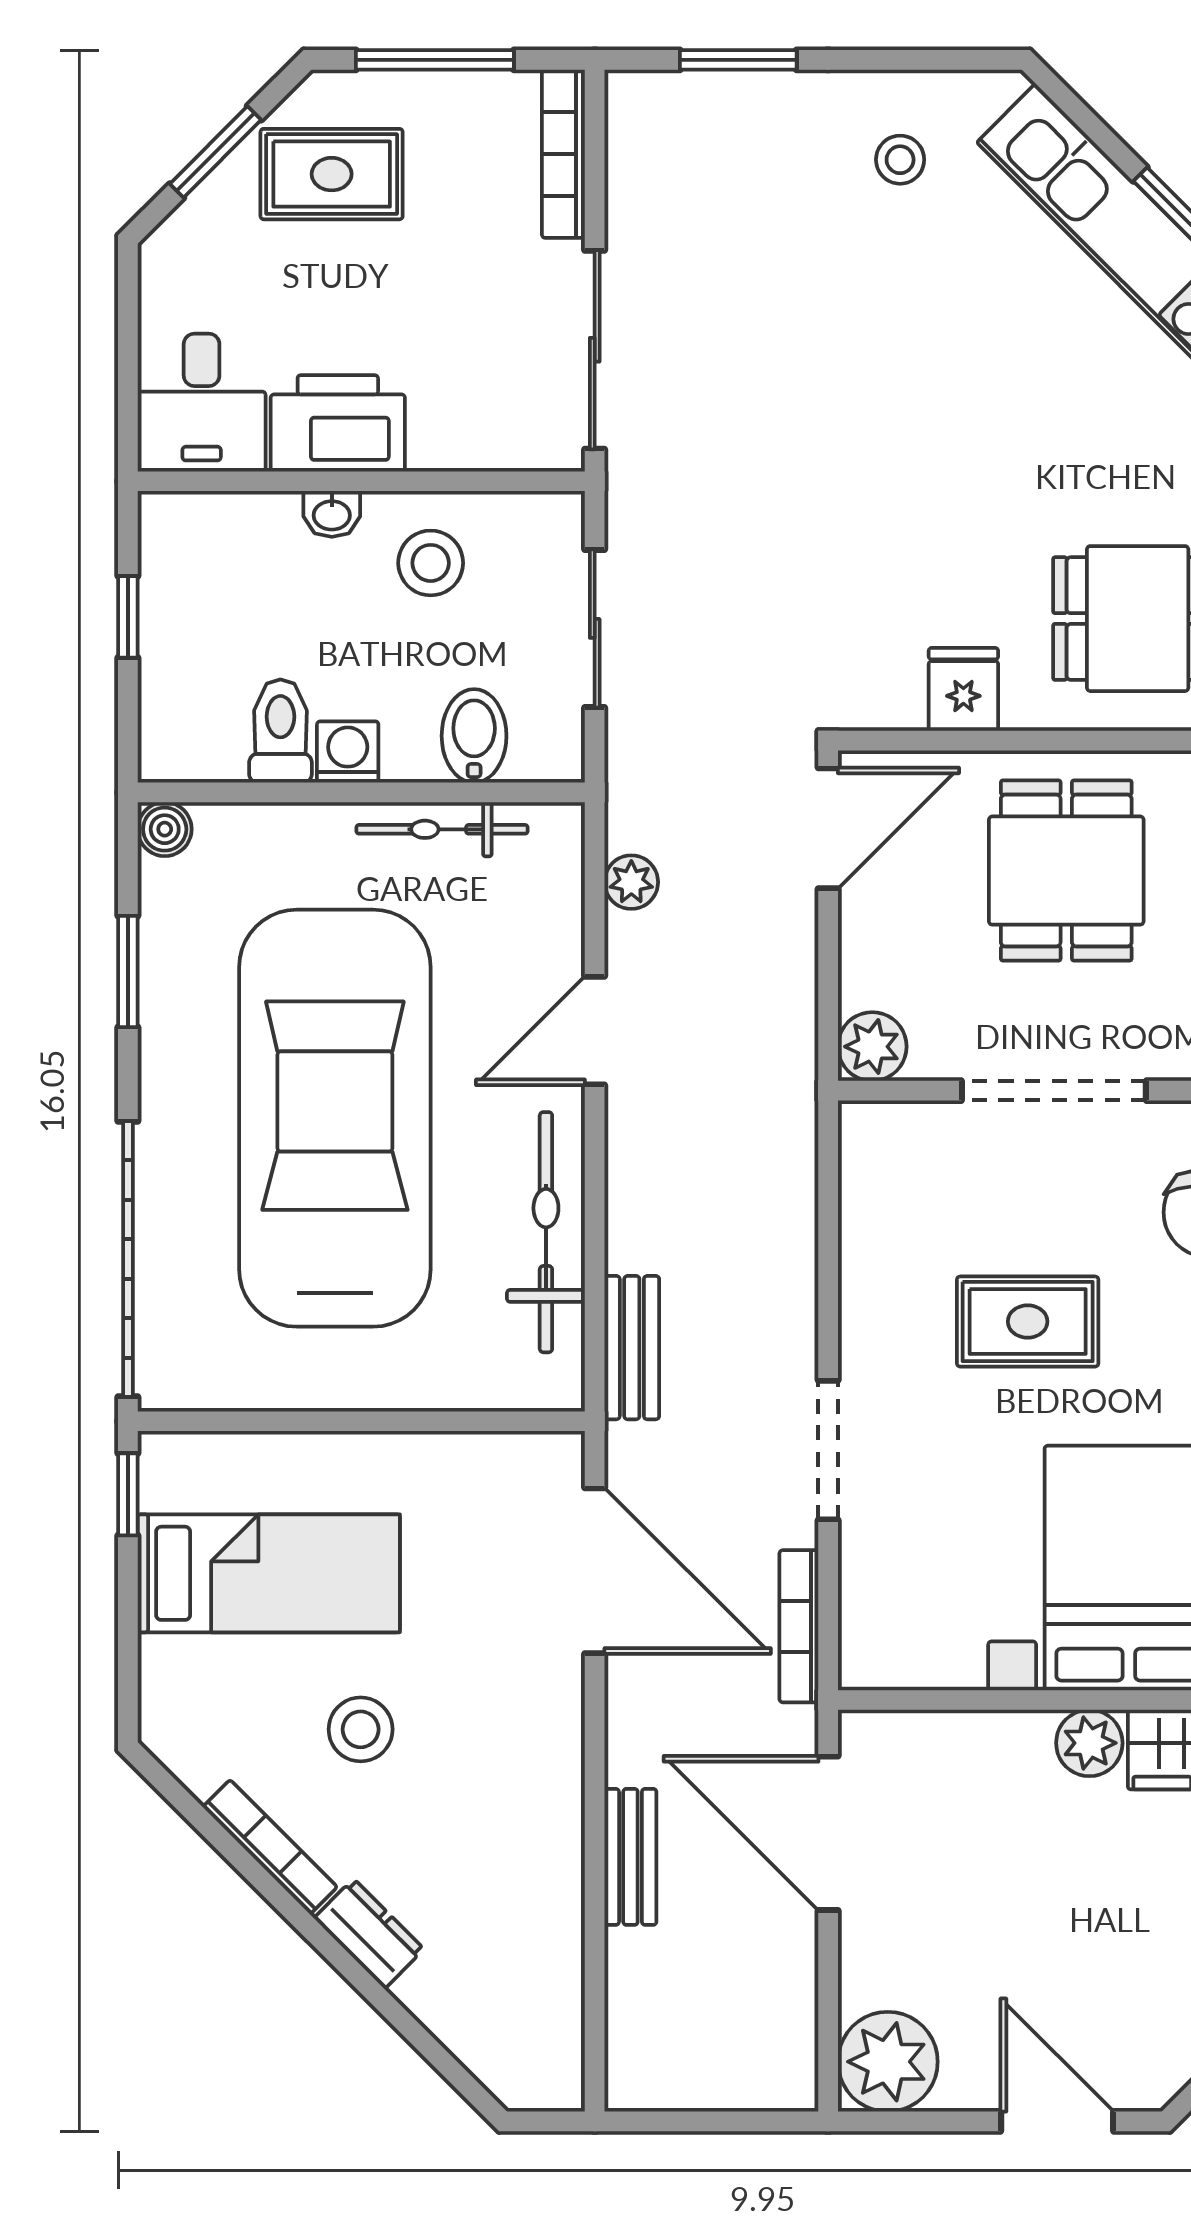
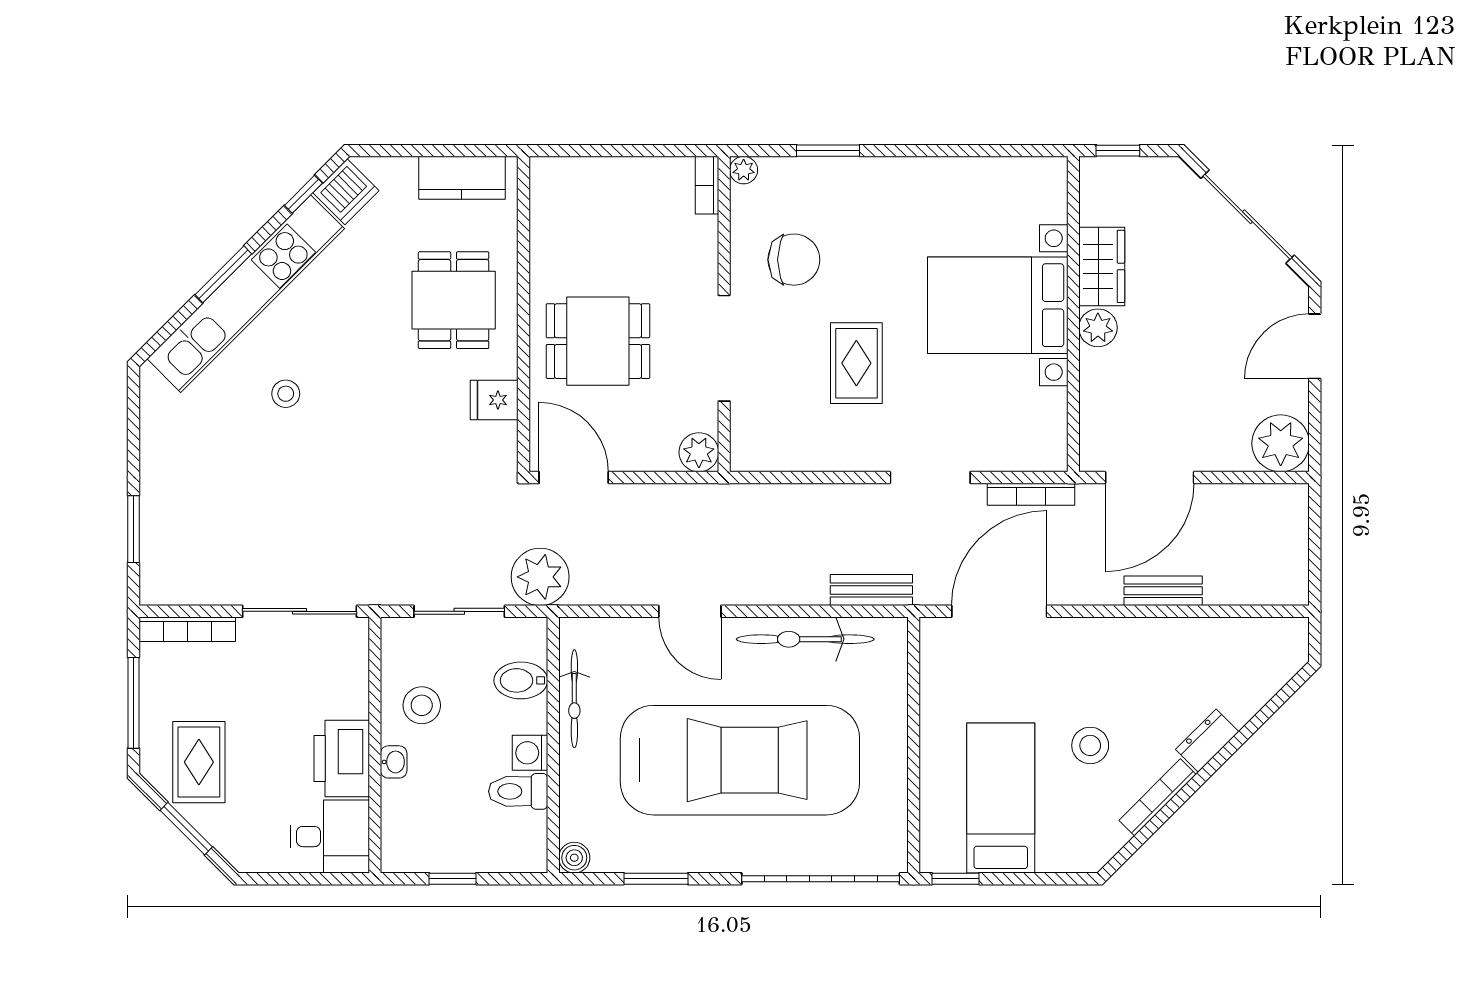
stool: (900, 160) -> (286, 394), moved
plant: (631, 882) -> (540, 577), moved, width x1.87, depth x1.87
car: (335, 1118) -> (740, 760), turned 180

